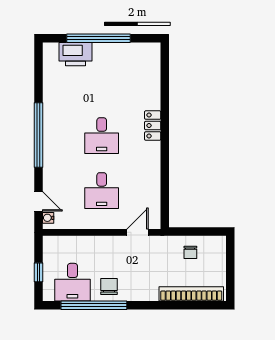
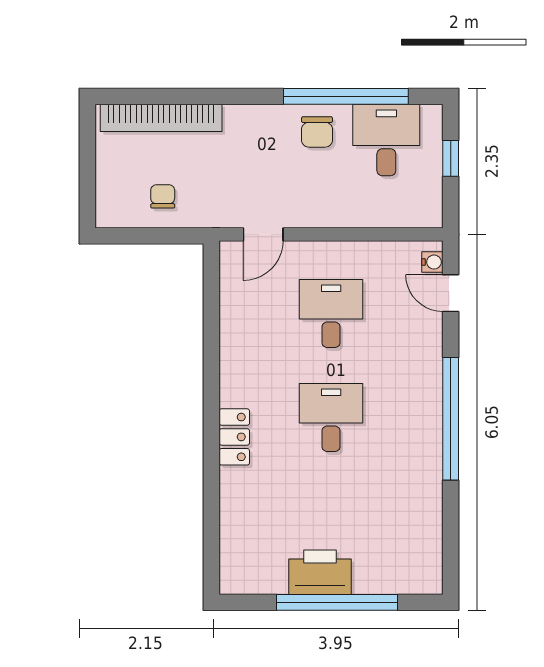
printer: (76, 54) -> (320, 572), moved

